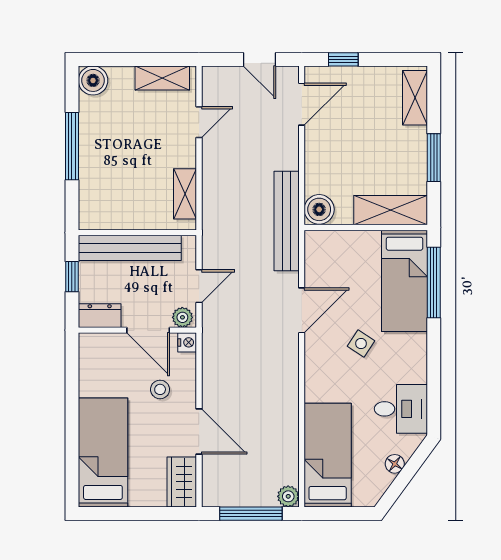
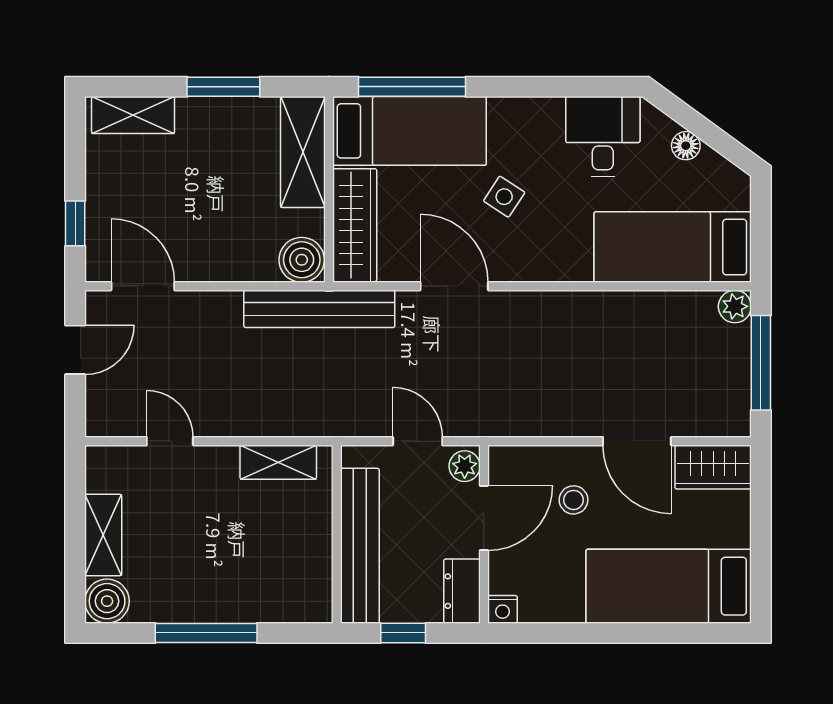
shelving: (162, 78) -> (103, 535), moved
wardrobe: (342, 245) -> (355, 225), added
nightstand: (187, 342) -> (502, 609), moved, turned 180
door: (199, 432) -> (637, 441), swing flipped

